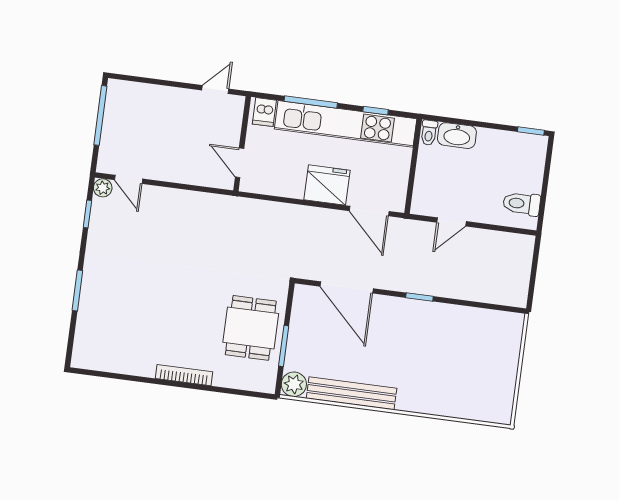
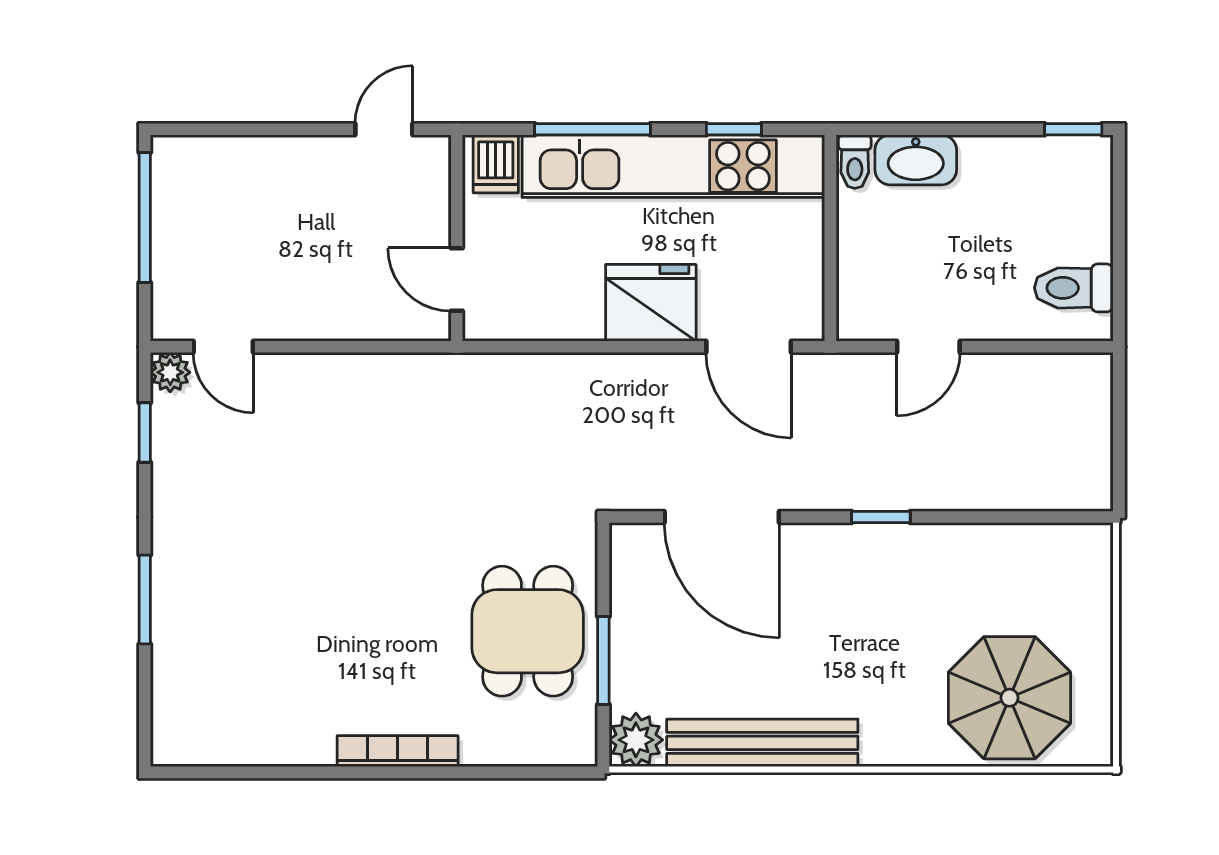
parasol: (467, 388) -> (1009, 698), added

